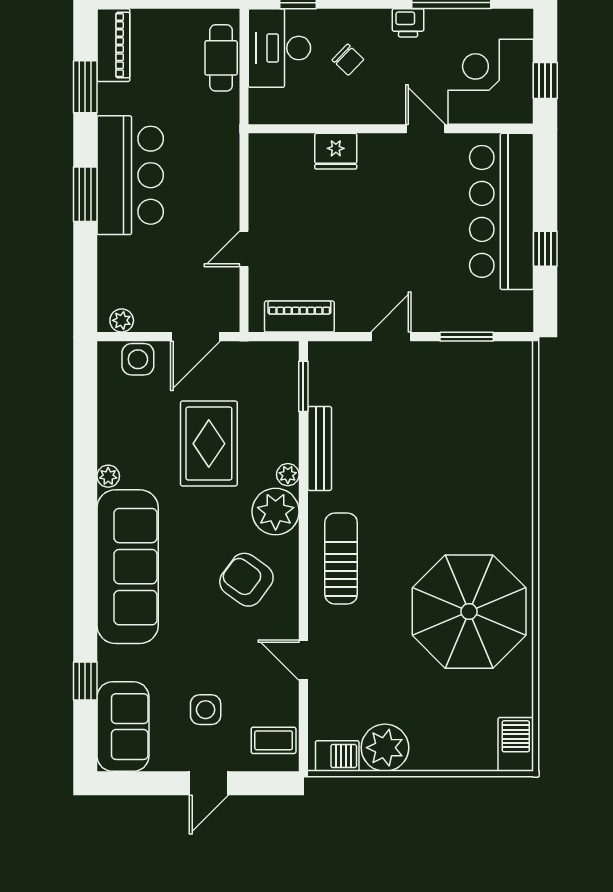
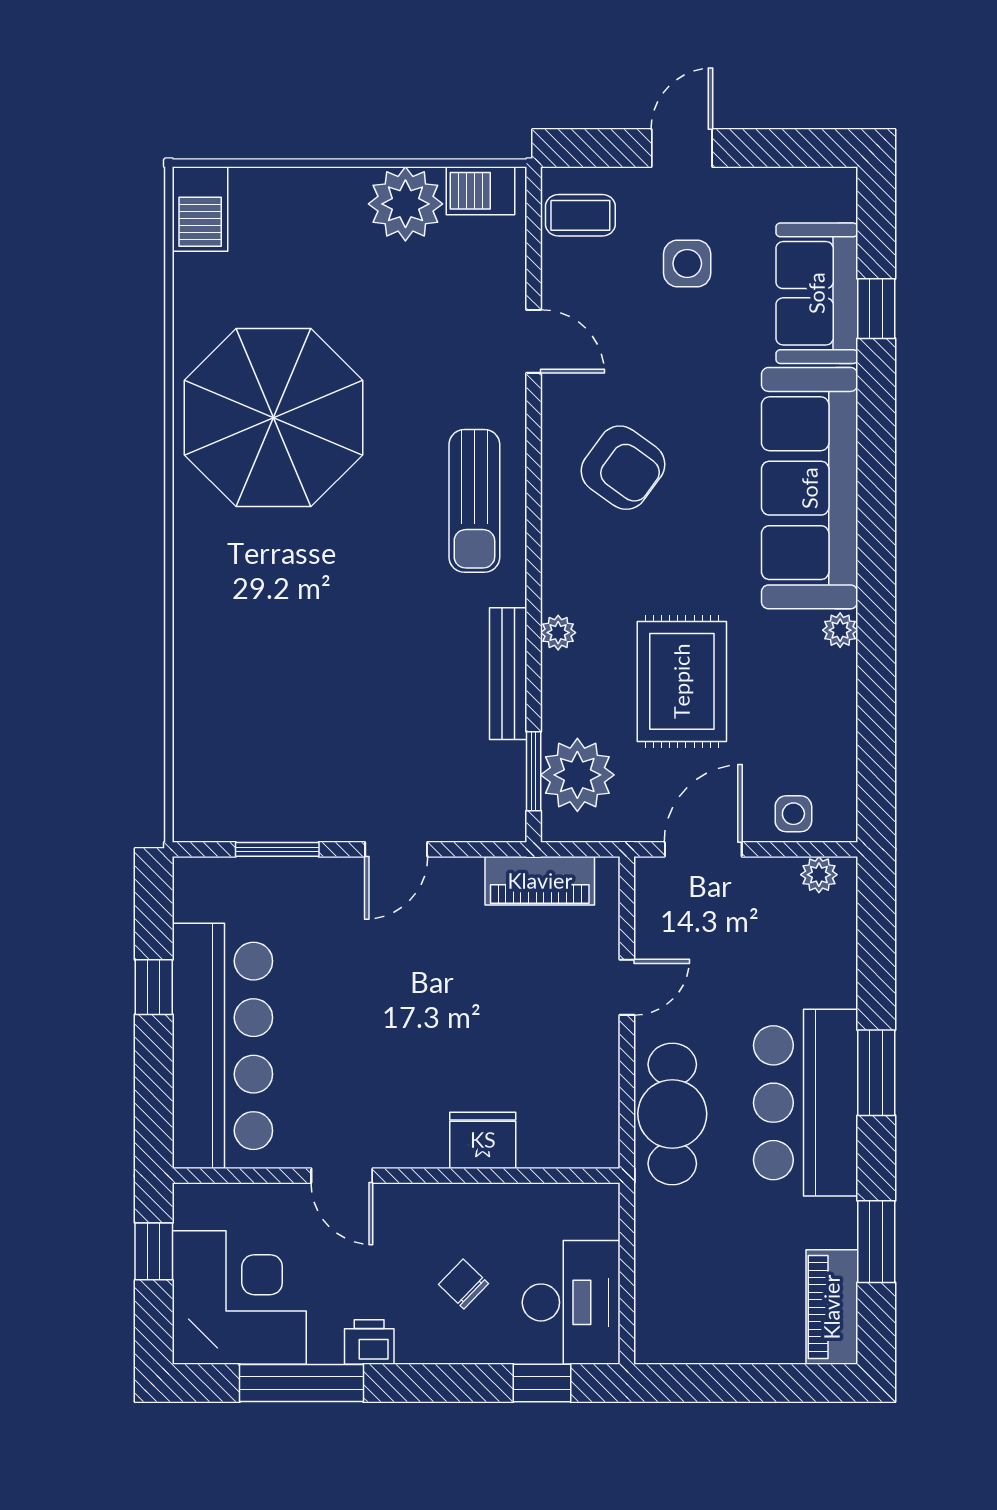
cafe table: (221, 58) -> (672, 1114), moved, width x1.37, depth x1.35
corner desk: (491, 82) -> (239, 1297), moved, turned -90
side table: (138, 359) -> (793, 814), width x0.73, depth x0.73
plant: (276, 512) -> (577, 775), moved
sofa: (123, 727) -> (817, 293), moved

